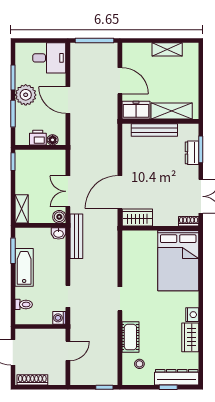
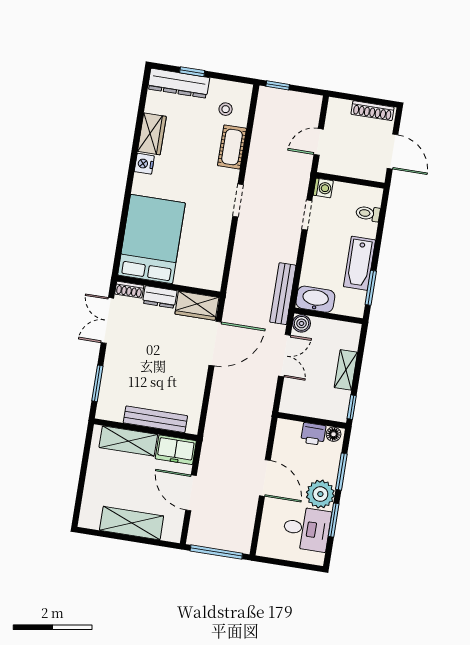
shelving: (167, 49) -> (132, 523), width x1.50, depth x1.33
desk: (49, 58) -> (307, 529), moved, turned 180
floor lamp: (53, 140) -> (334, 434), moved
dresser: (192, 153) -> (160, 297), moved, turned 90
shelving: (22, 209) -> (346, 370), moved
washbasin: (59, 233) -> (315, 299), width x1.91, depth x1.45

